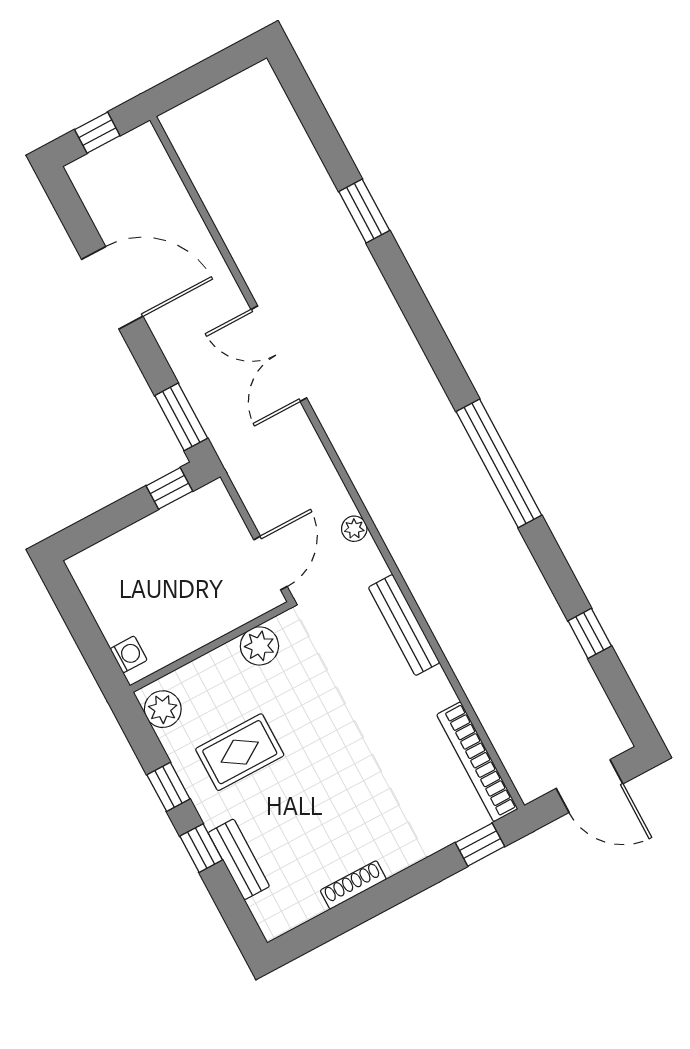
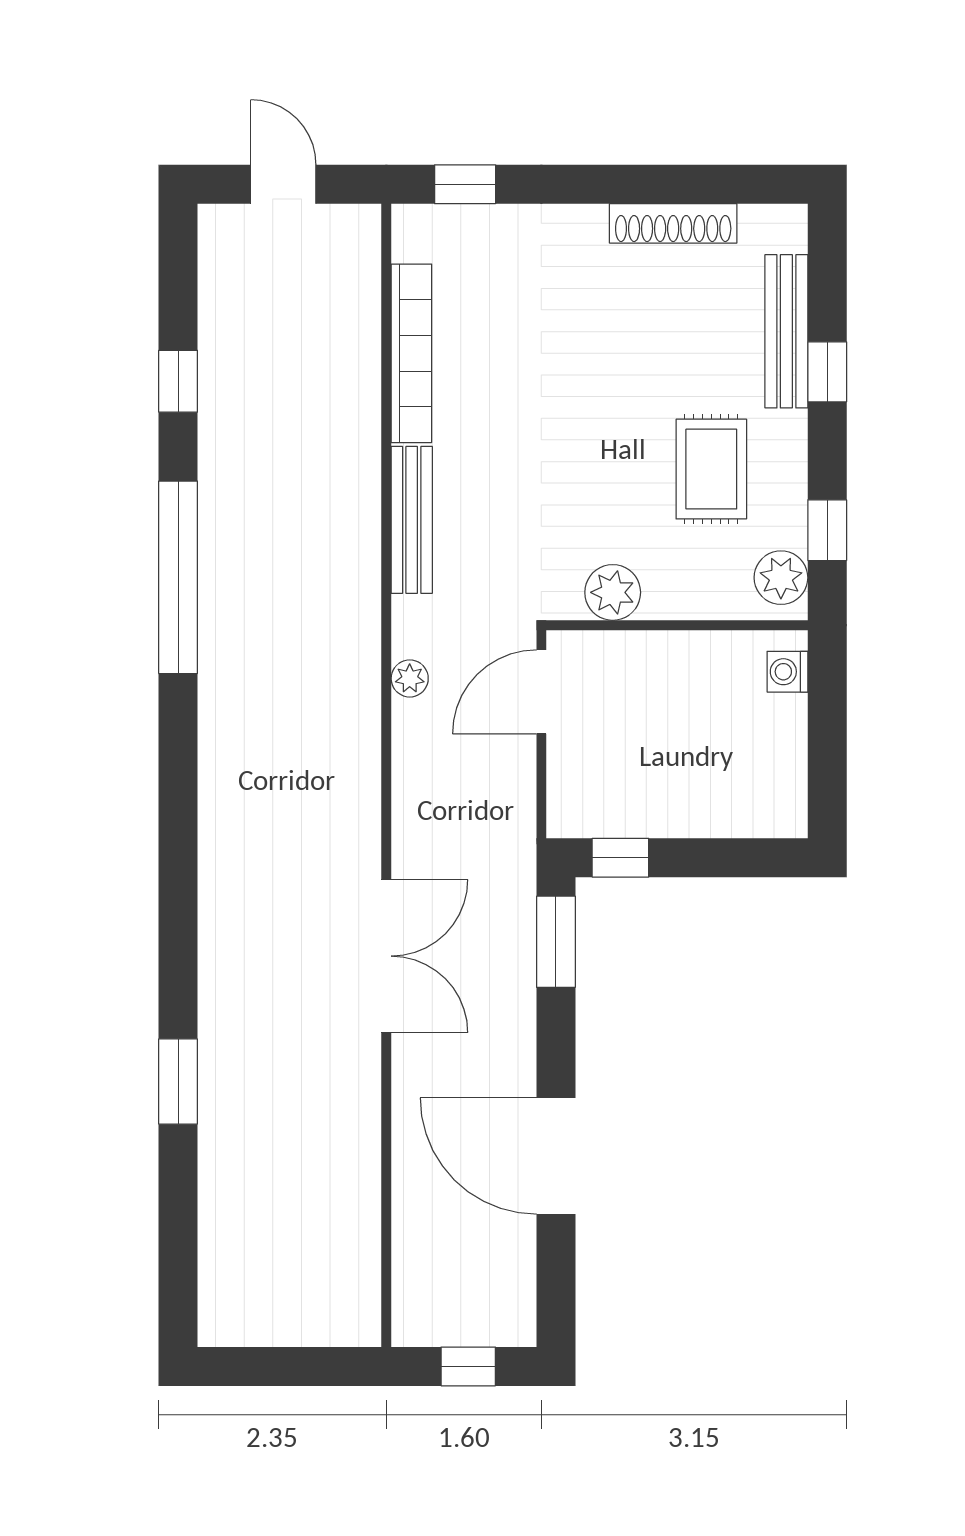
window: (499, 463) -> (178, 577), moved
rug: (240, 752) -> (711, 469), turned 90
bookcase: (477, 762) -> (411, 353), moved
door: (590, 786) -> (283, 184), width x0.73
window: (168, 787) -> (827, 530), moved
bench: (239, 859) -> (786, 331), width x1.36
shoe rack: (353, 885) -> (673, 223), width x1.36, depth x1.24

